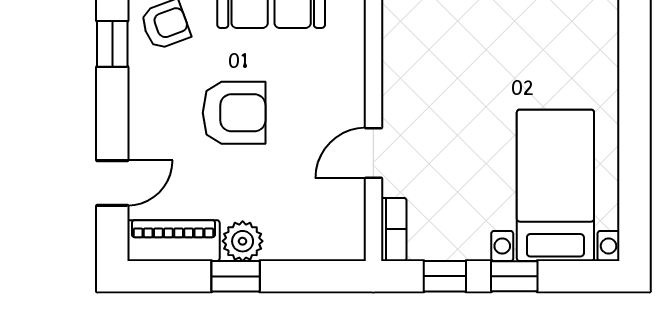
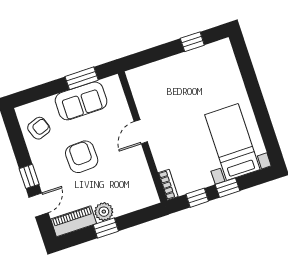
window: (112, 44) -> (29, 176), moved
armchair: (234, 113) -> (82, 157), turned -92
door: (373, 153) -> (141, 132), moved

